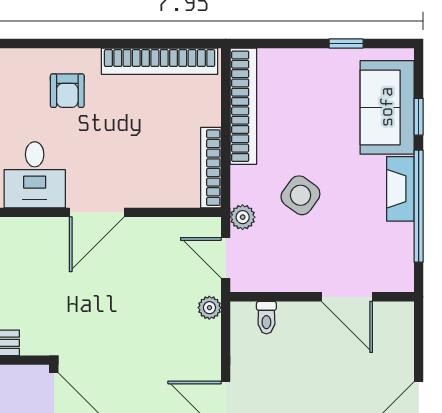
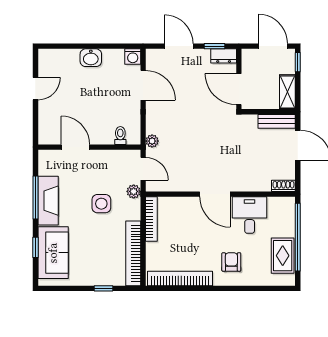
window: (346, 43) -> (104, 288), moved
fireplace: (400, 189) -> (48, 201), width x1.37, depth x1.32
side table: (300, 195) -> (101, 204), turned -36
window: (419, 206) -> (35, 198), width x0.68
door: (97, 212) -> (215, 194), swing flipped

